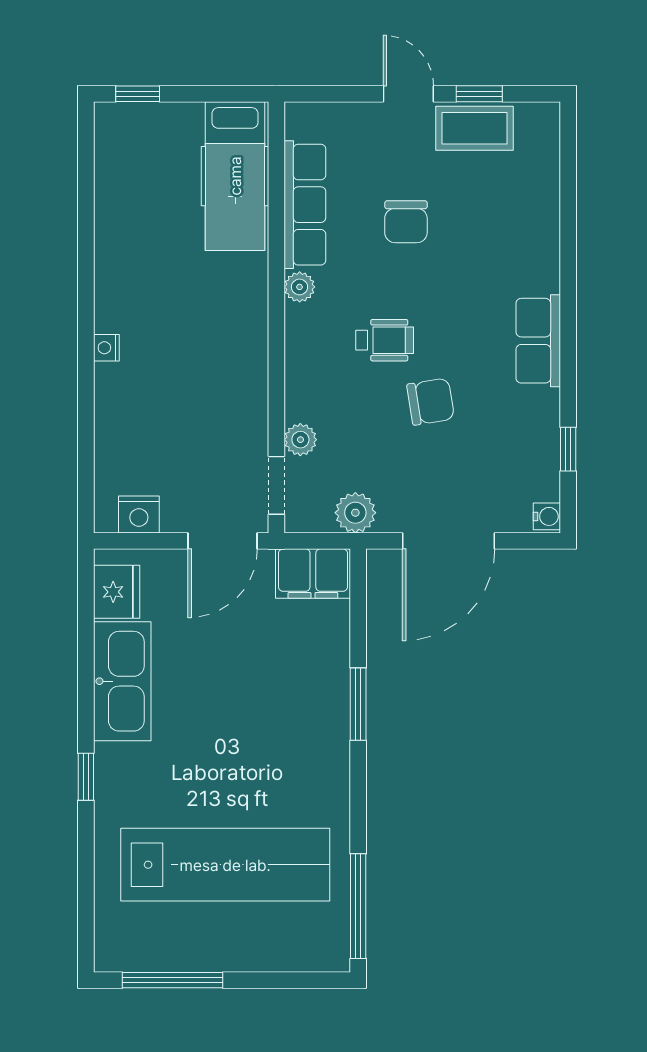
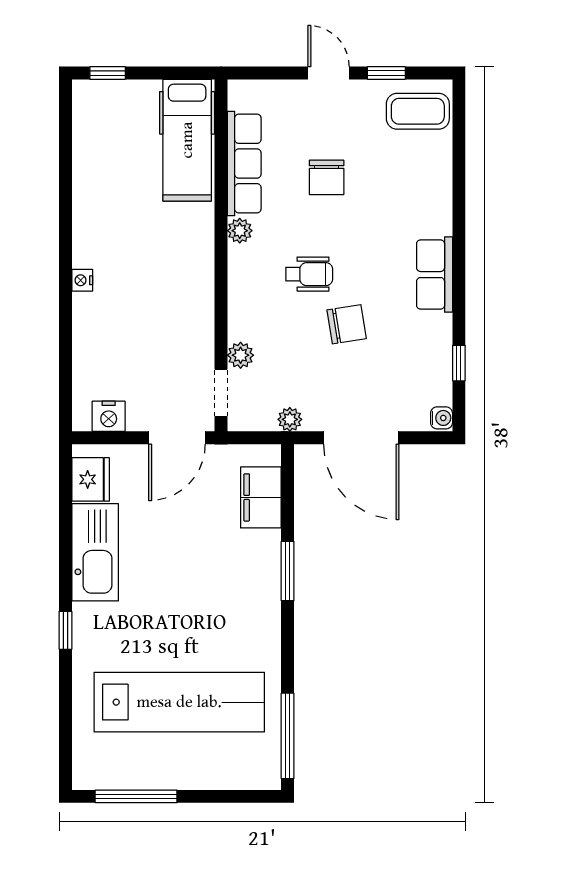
coffee table: (475, 128) -> (418, 111), moved
plant: (355, 513) -> (290, 419), width x0.73, depth x0.73
door: (448, 541) -> (361, 438), hinge flipped
filing cabinet: (313, 574) -> (261, 497), moved, turned 90

